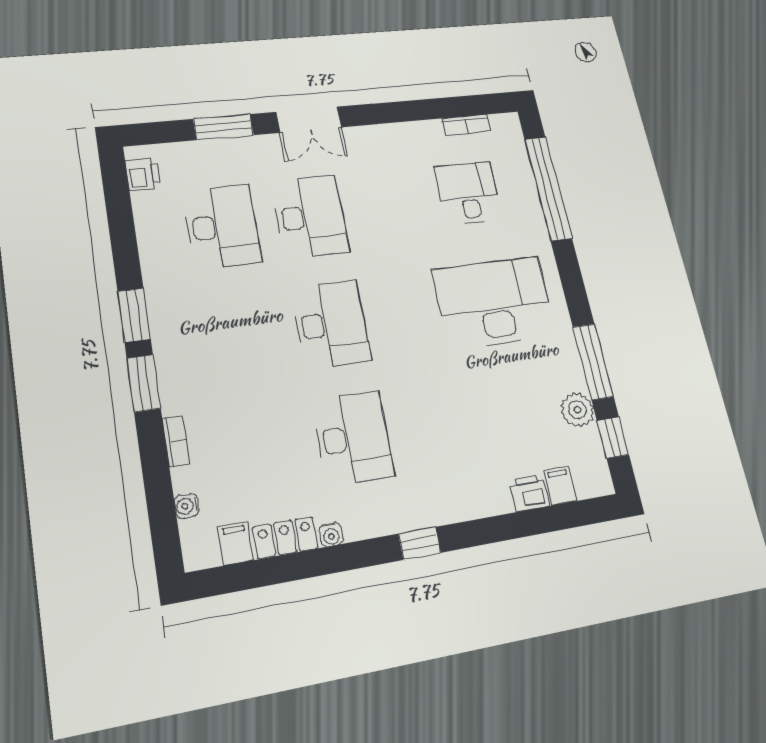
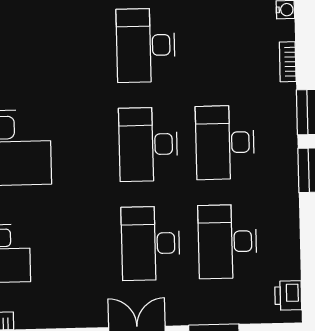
desk: (241, 336) -> (225, 142), added

